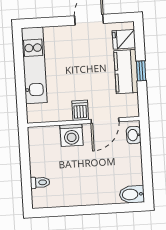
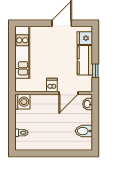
window: (141, 71) -> (95, 71), moved
washing machine: (72, 135) -> (22, 102), moved, turned -90
bidet: (132, 194) -> (84, 131), moved

